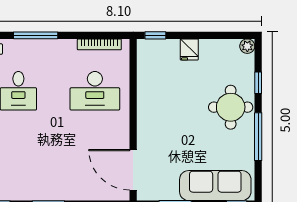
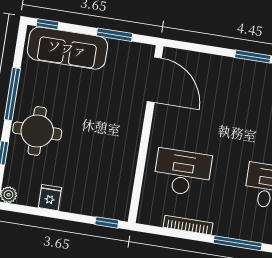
bookcase: (99, 44) -> (188, 225), moved
fridge: (189, 49) -> (50, 198), moved

